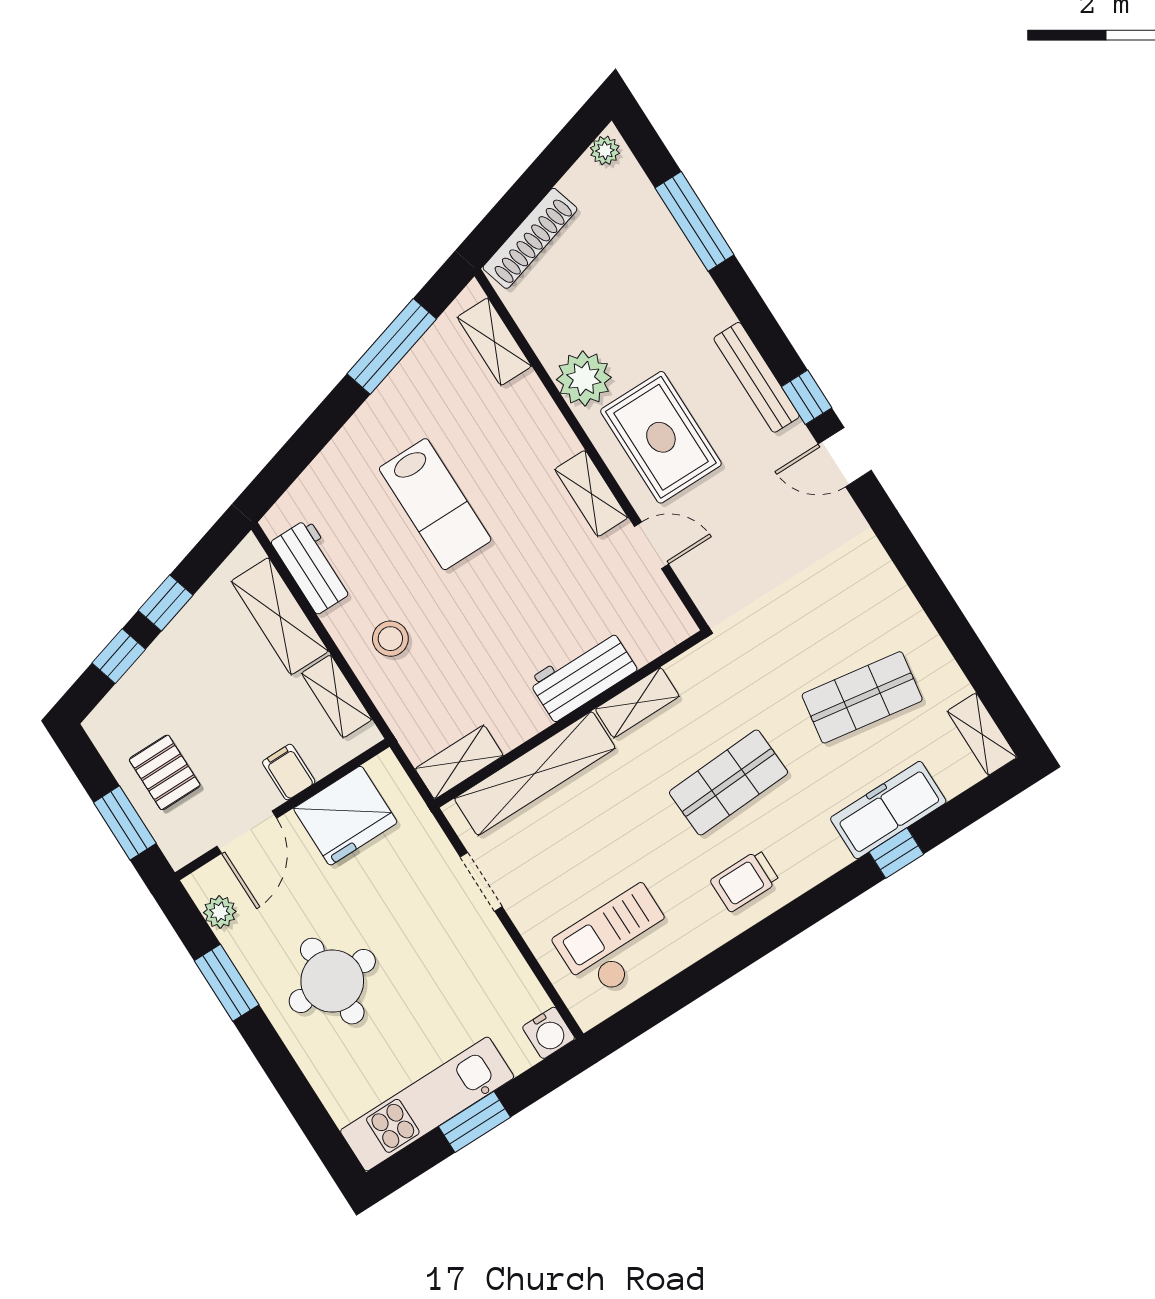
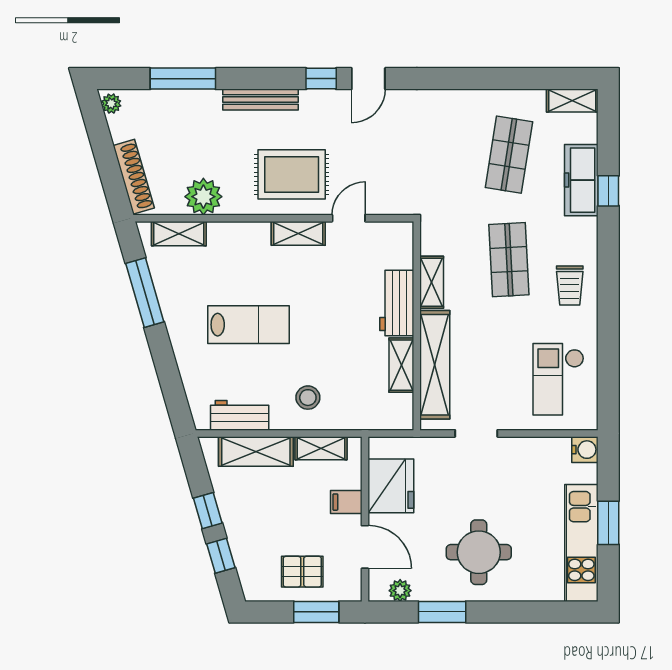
bench: (757, 377) -> (260, 100), moved
plant: (584, 379) -> (203, 197), moved
shelving: (459, 762) -> (401, 365), moved

